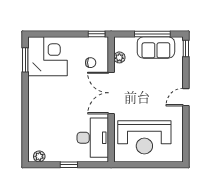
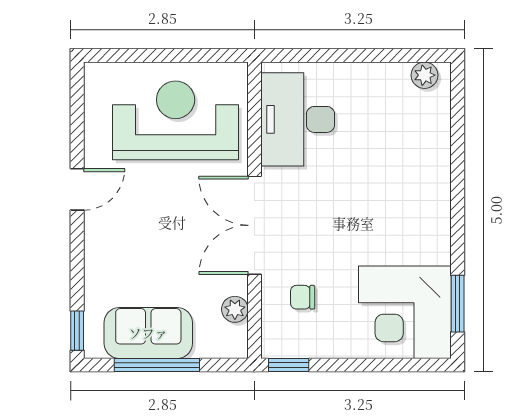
double door: (111, 93) -> (254, 225), swing flipped
door: (186, 97) -> (77, 189), moved
window: (69, 165) -> (354, 55), removed

